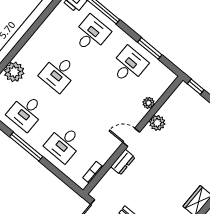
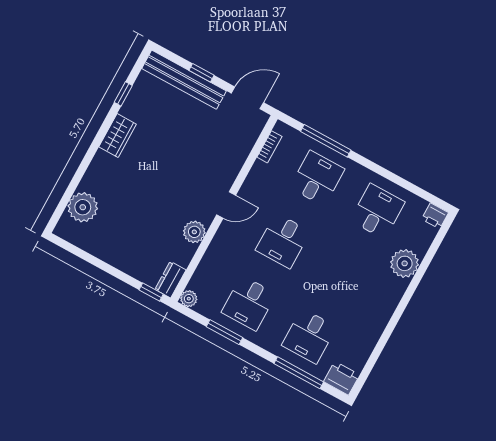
desk: (59, 73) -> (283, 241), moved, turned 180
plant: (149, 103) -> (189, 299), moved
window: (26, 147) -> (326, 141), moved
dresser: (123, 162) -> (170, 280), moved

